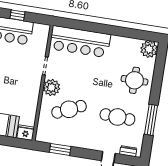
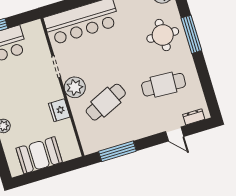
window: (151, 120) -> (191, 34), moved
fridge: (26, 133) -> (59, 110), moved, turned -90
window: (60, 149) -> (117, 151), width x1.44

